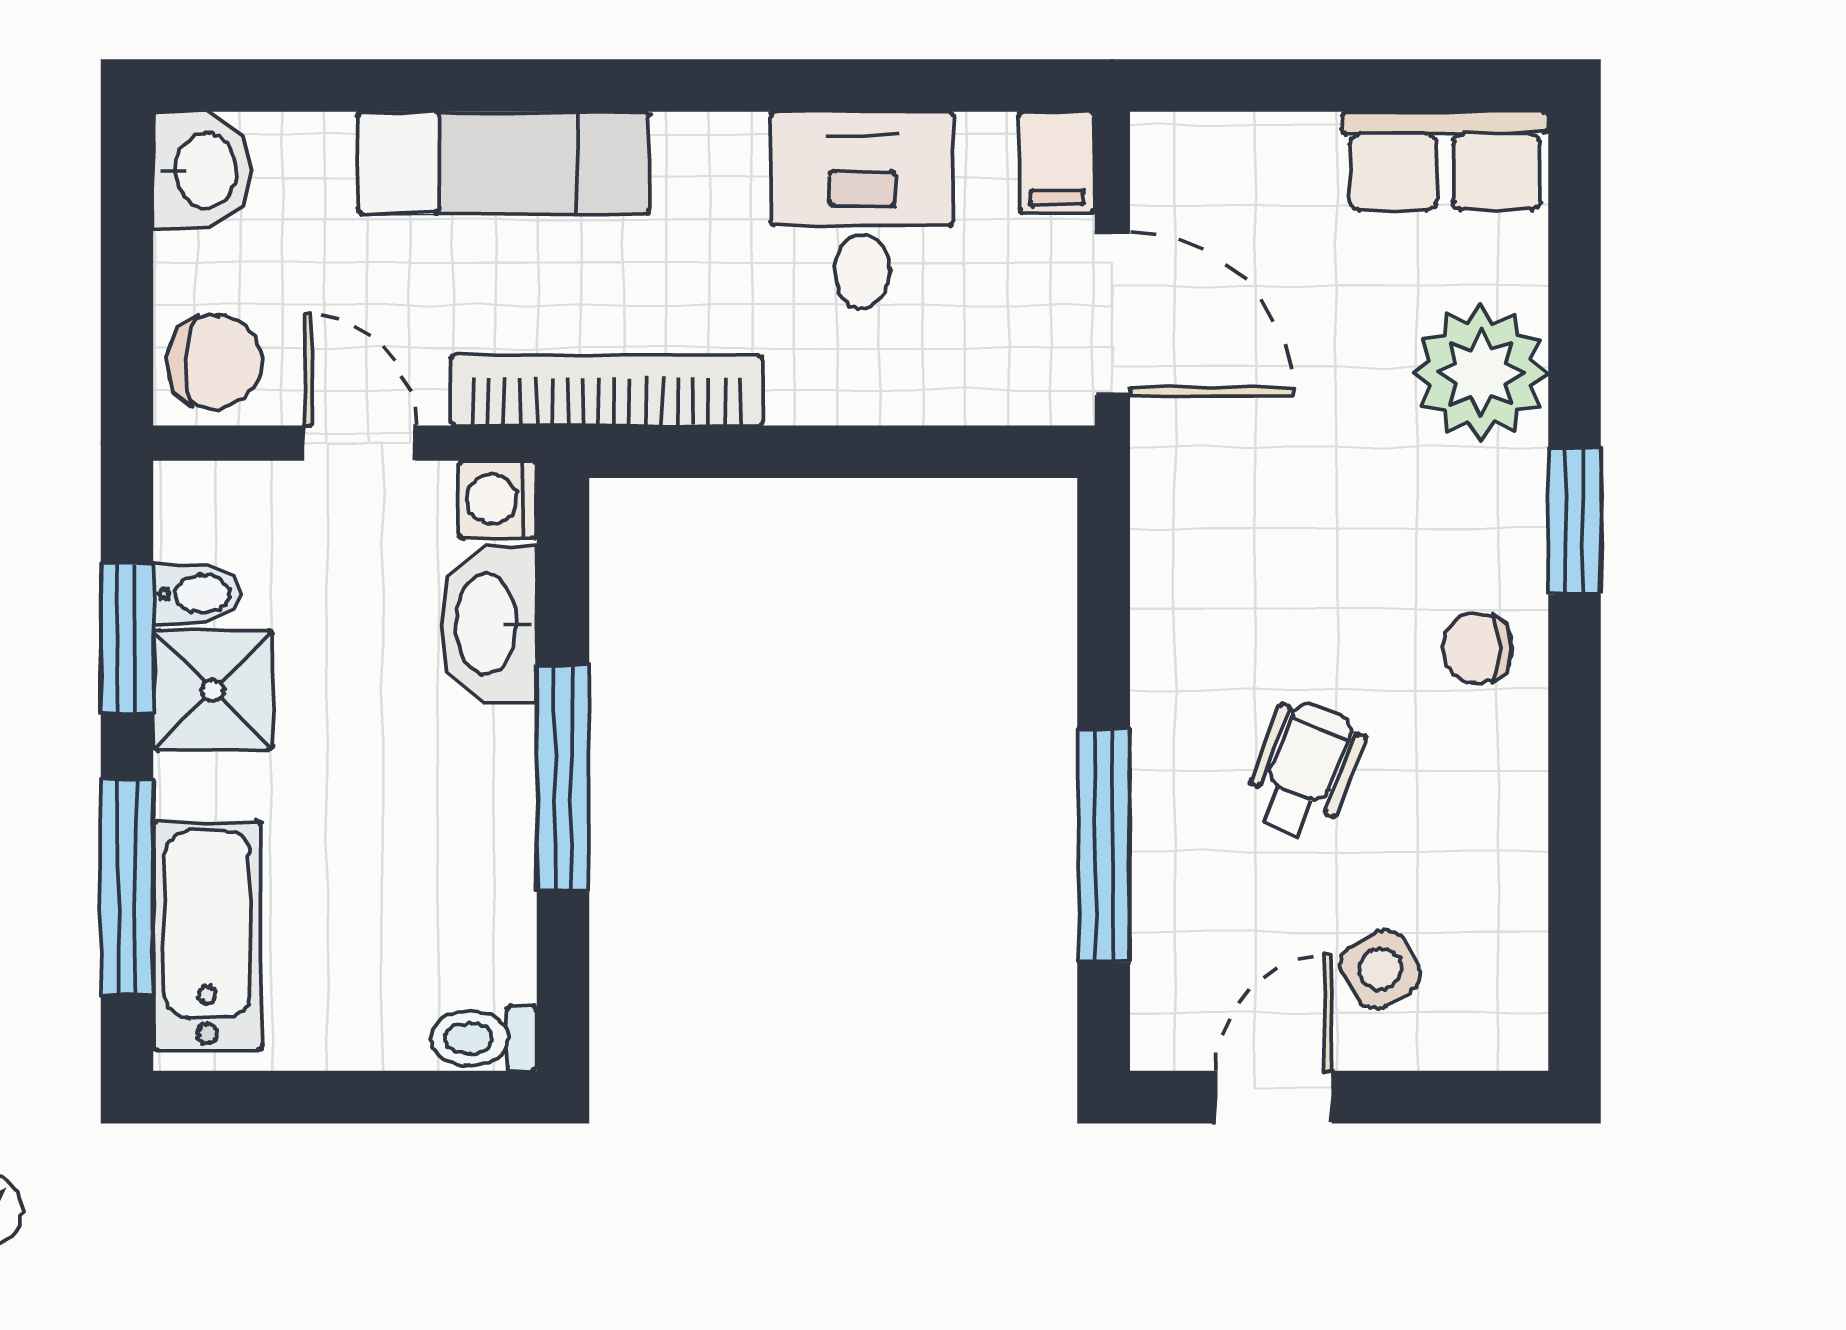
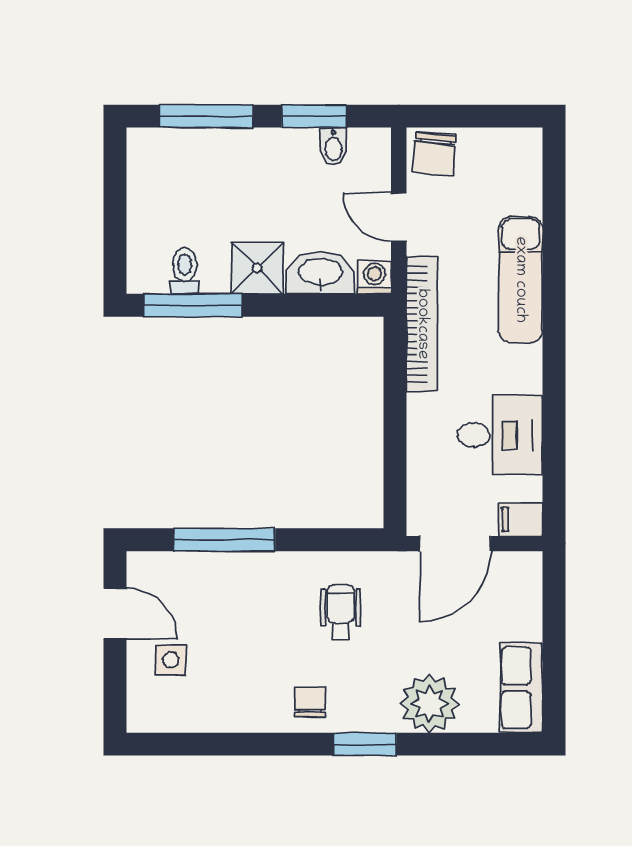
washbasin: (203, 170) -> (517, 149), removed
door: (360, 443) -> (399, 217), swing flipped
shower: (213, 690) -> (257, 268), moved
wheelchair: (1304, 769) -> (341, 612), moved, turned -112
window: (563, 778) -> (193, 305), moved
bathtub: (207, 935) -> (185, 151), removed
side table: (1381, 969) -> (171, 660), turned 31
toilet: (484, 1038) -> (185, 271), moved

